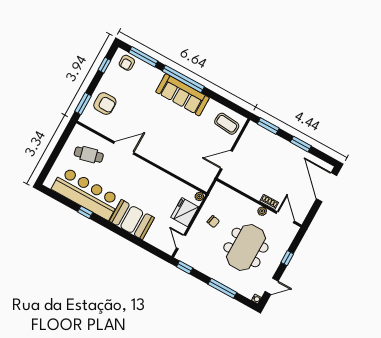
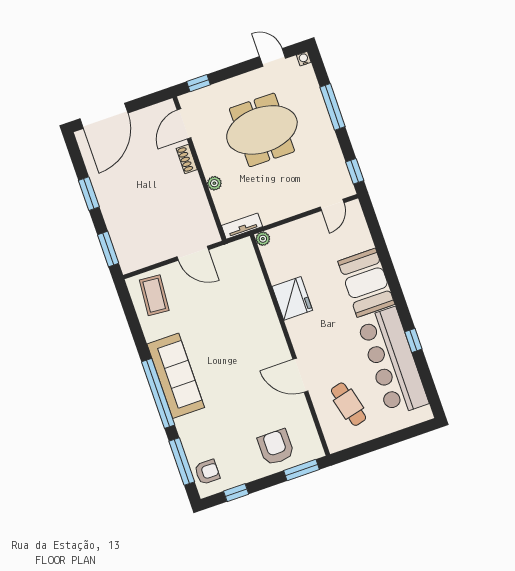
tv unit: (215, 194) -> (242, 226), added
plant: (262, 211) -> (214, 183), moved
fridge: (185, 212) -> (292, 298), moved, turned -90
chair: (213, 222) -> (273, 195), removed
window: (287, 258) -> (199, 83), moved

